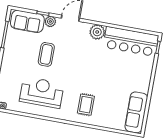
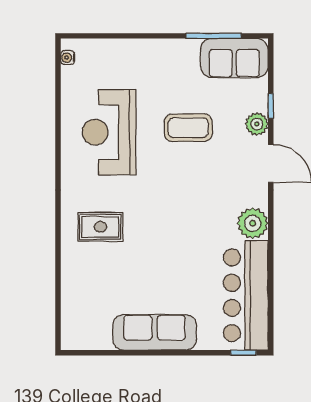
sofa: (27, 21) -> (234, 58), moved, turned -90
reception desk: (42, 92) -> (109, 132), turned 180
sofa: (136, 112) -> (155, 332), moved

